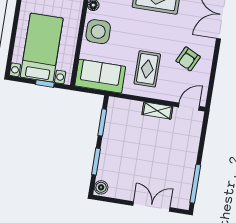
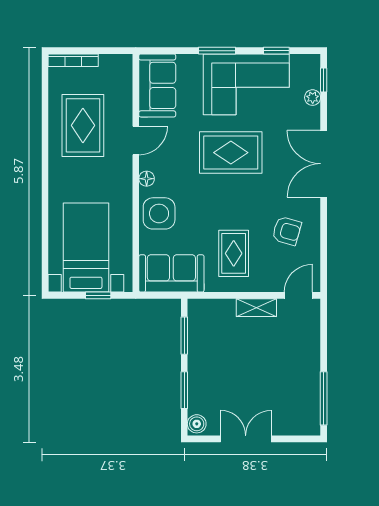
armchair: (188, 59) -> (287, 231), turned -100
double door: (151, 207) -> (246, 439), moved

